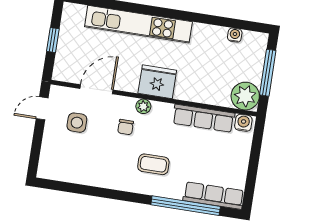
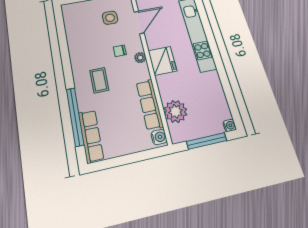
water cooler: (235, 35) -> (230, 125), moved
door: (96, 89) -> (139, 22), hinge flipped
plant: (245, 96) -> (175, 111), moved

